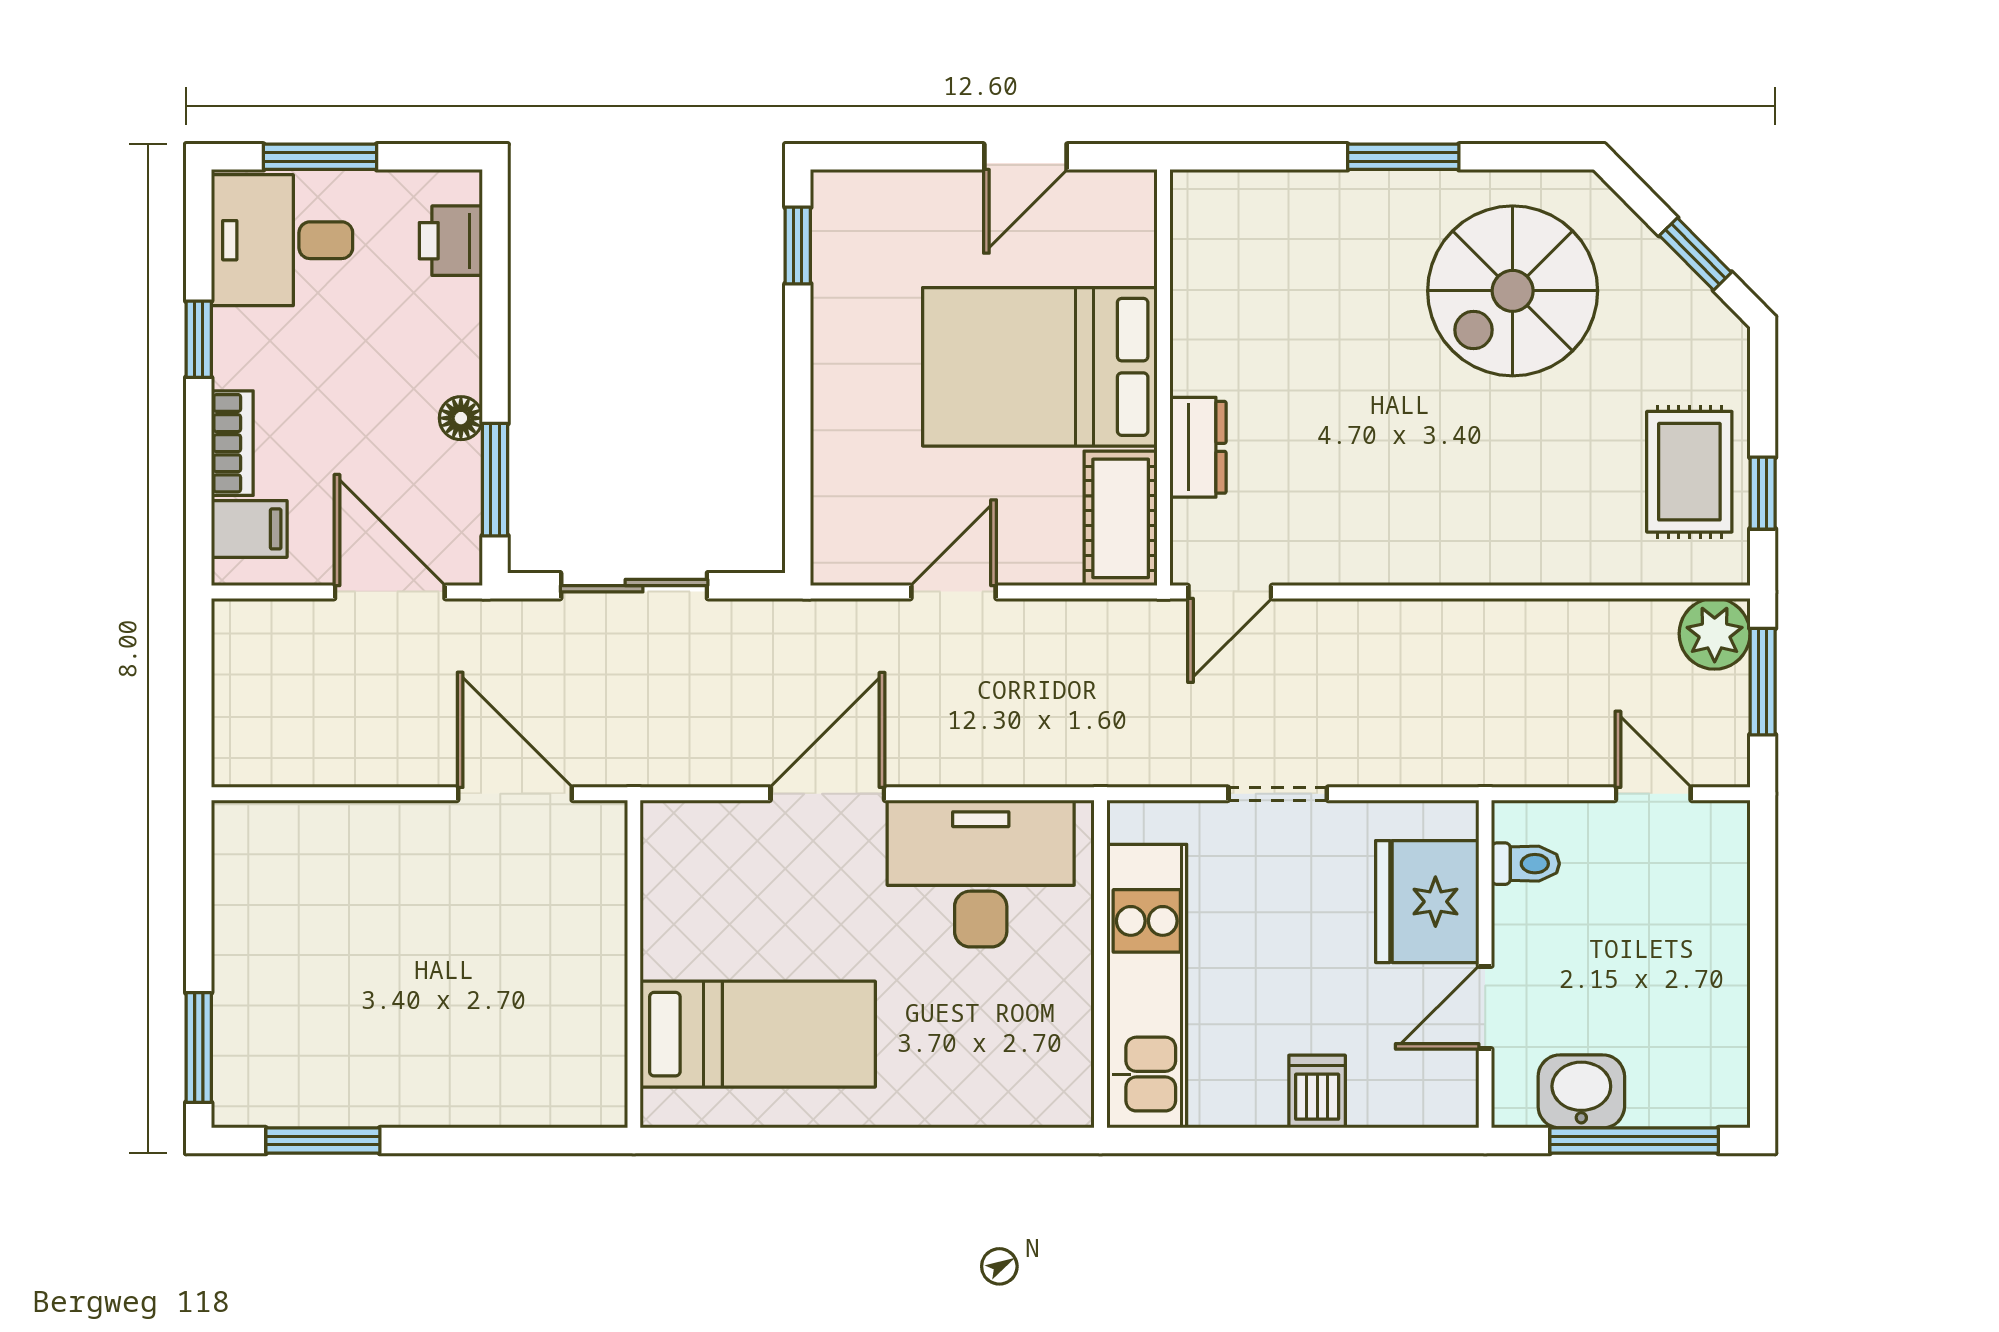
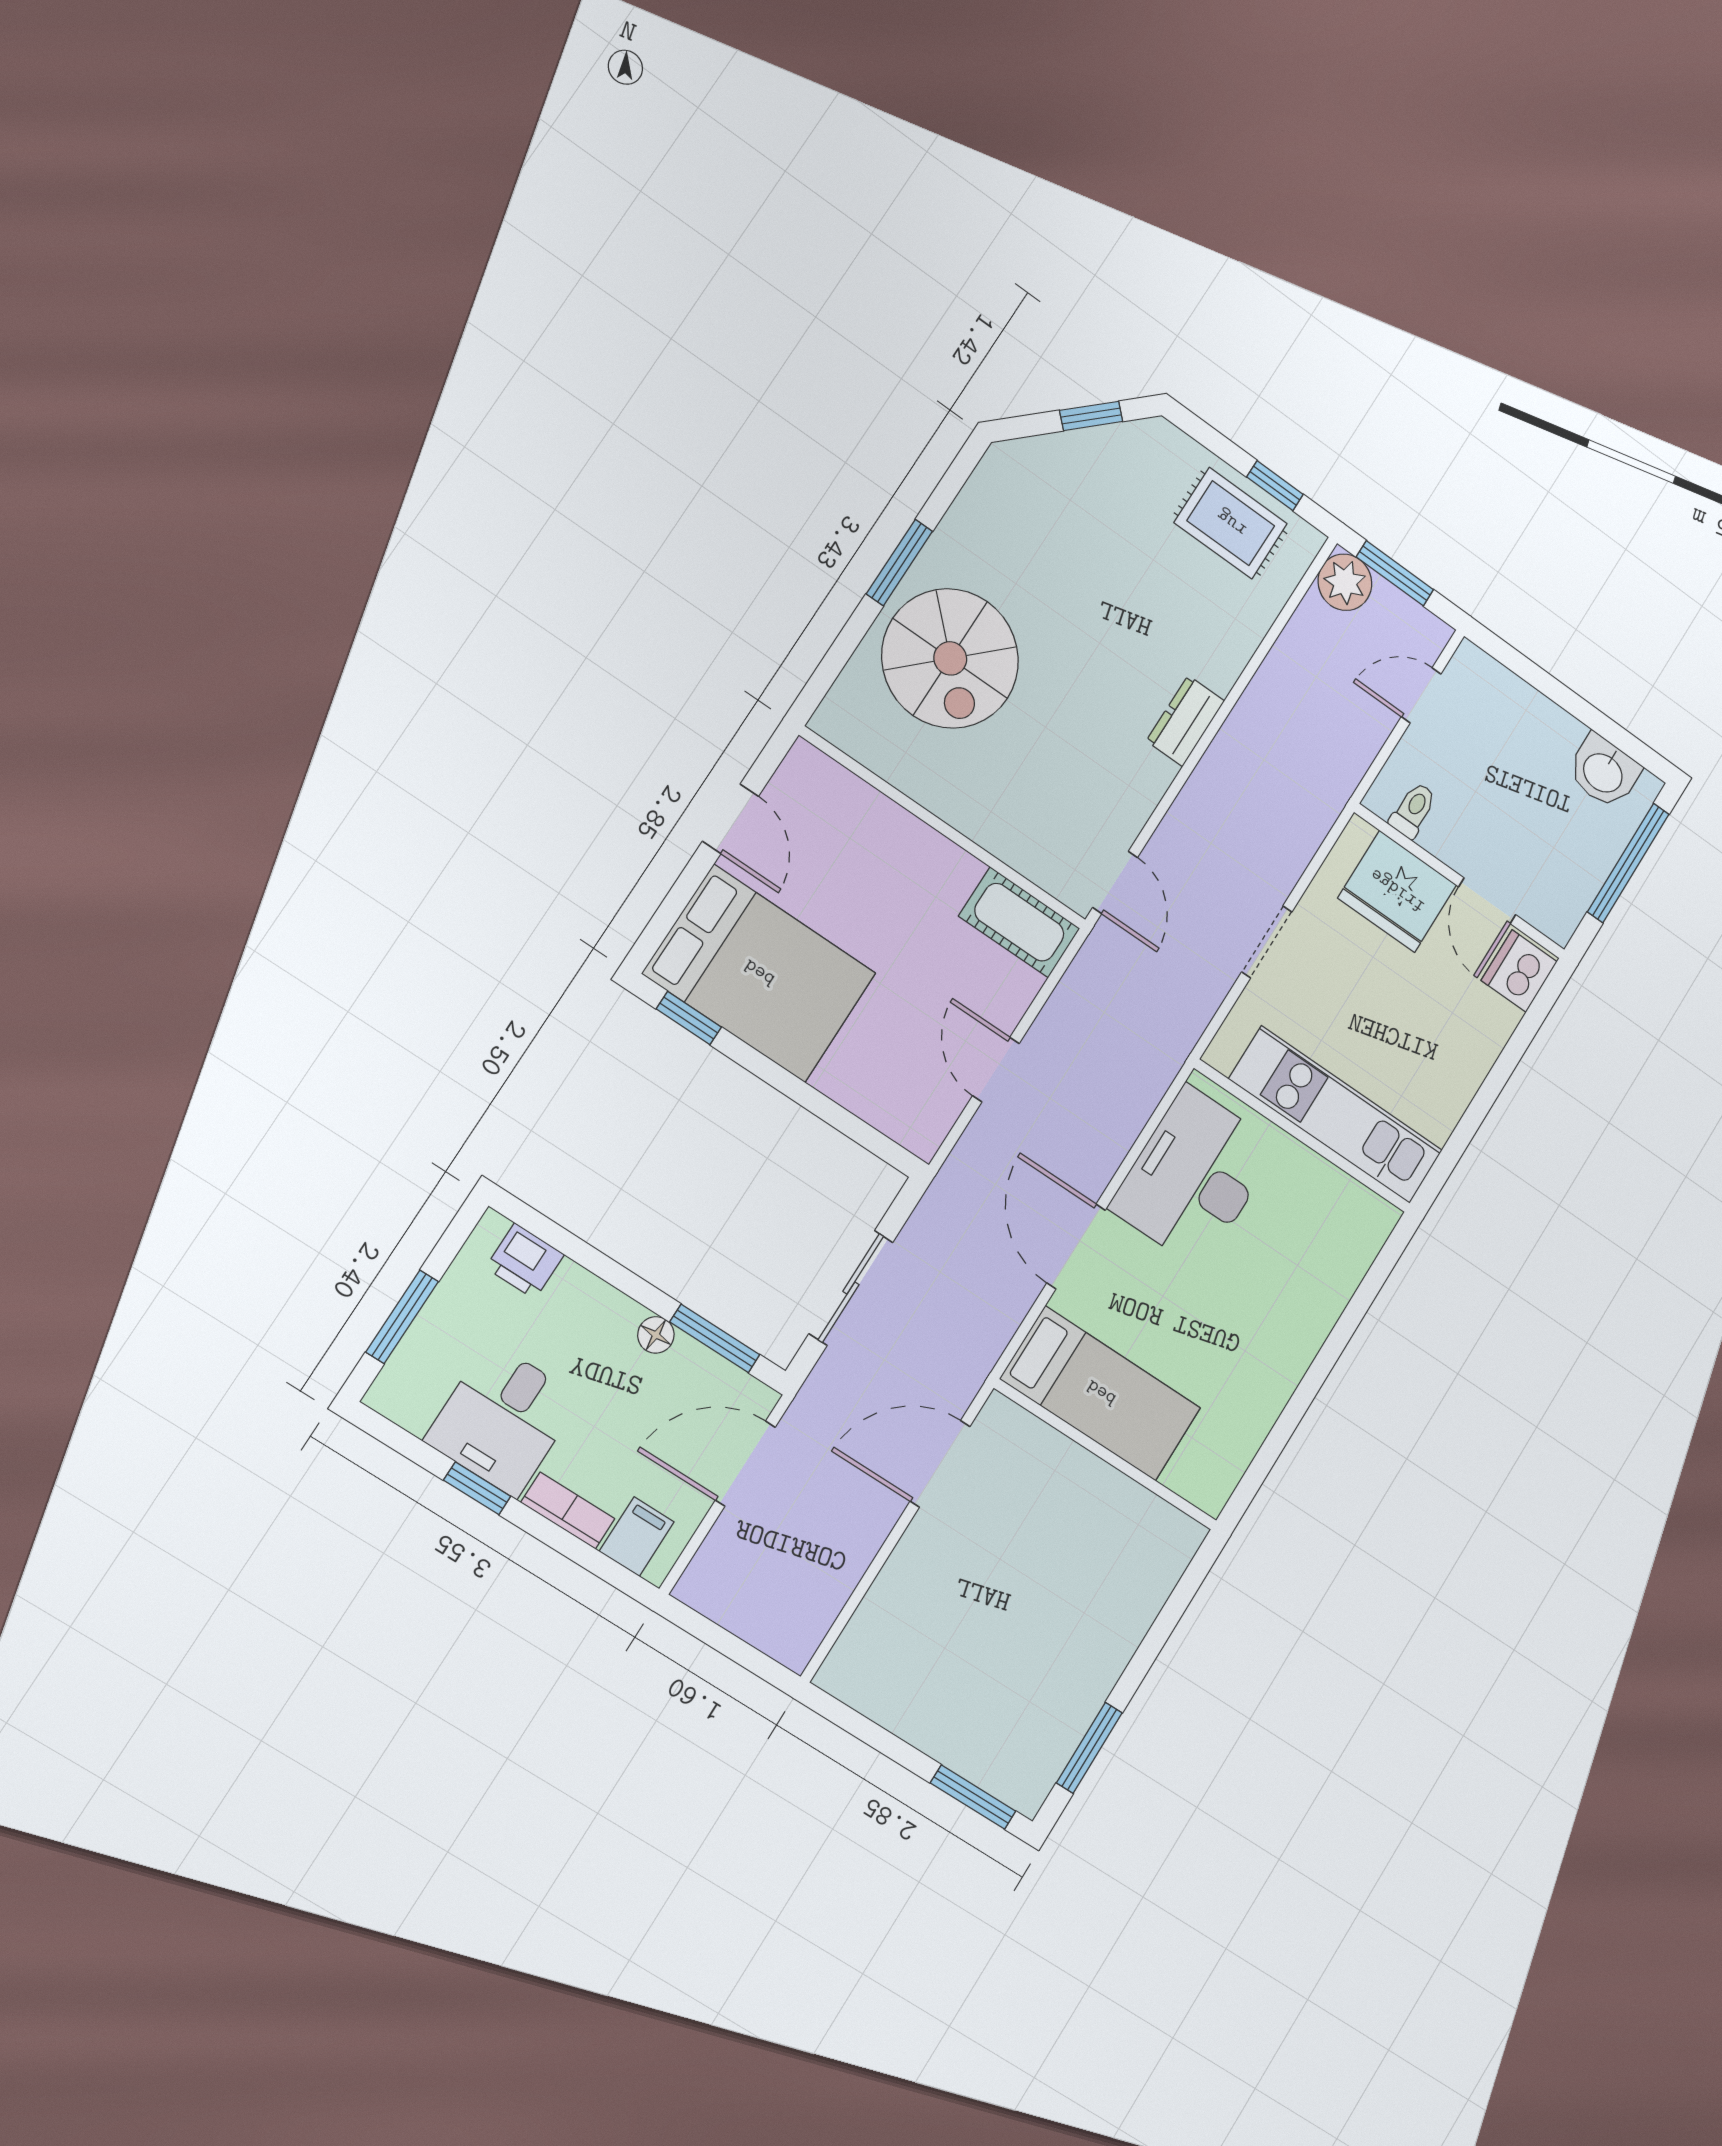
desk: (282, 240) -> (503, 1419), moved
spiral stairs: (1513, 291) -> (950, 658), moved
bed: (1040, 367) -> (759, 973), moved, turned -90
dresser: (1198, 447) -> (1185, 721), moved, turned -90
bed: (758, 1034) -> (1101, 1393), moved, turned 90
washbasin: (1581, 1091) -> (1604, 772), moved, turned -90
dishwasher: (1317, 1092) -> (1519, 971), moved, width x1.38

